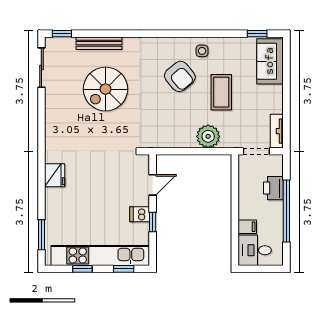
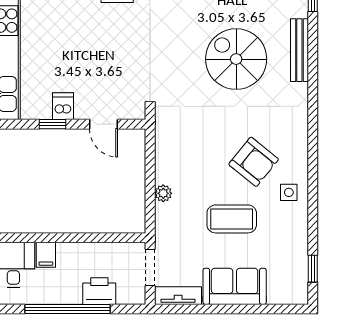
sofa: (270, 61) -> (235, 286), moved
armchair: (180, 76) -> (254, 162), turned -101
plant: (208, 136) -> (163, 193), width x0.53, depth x0.53

